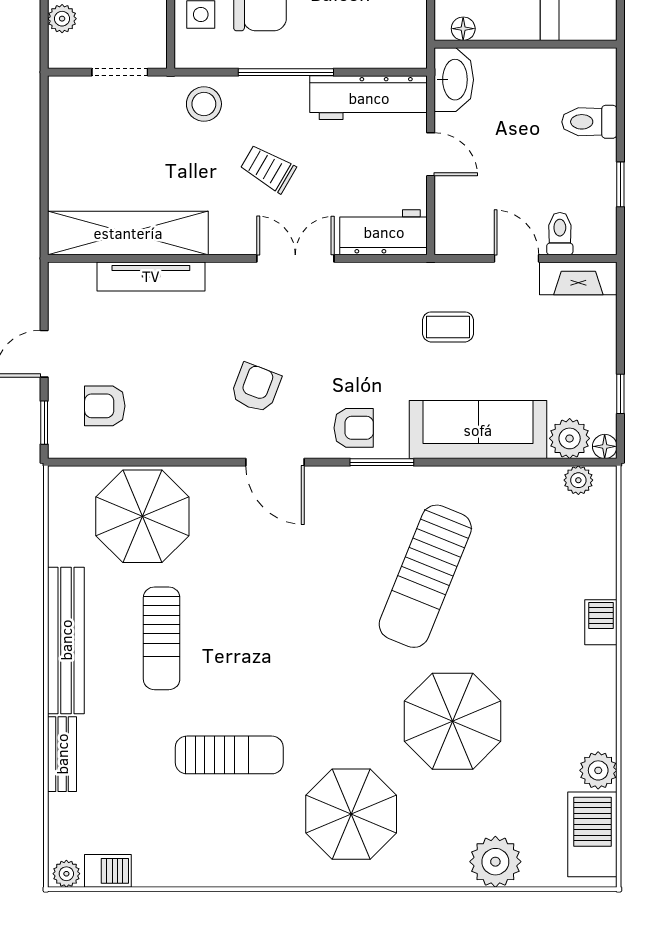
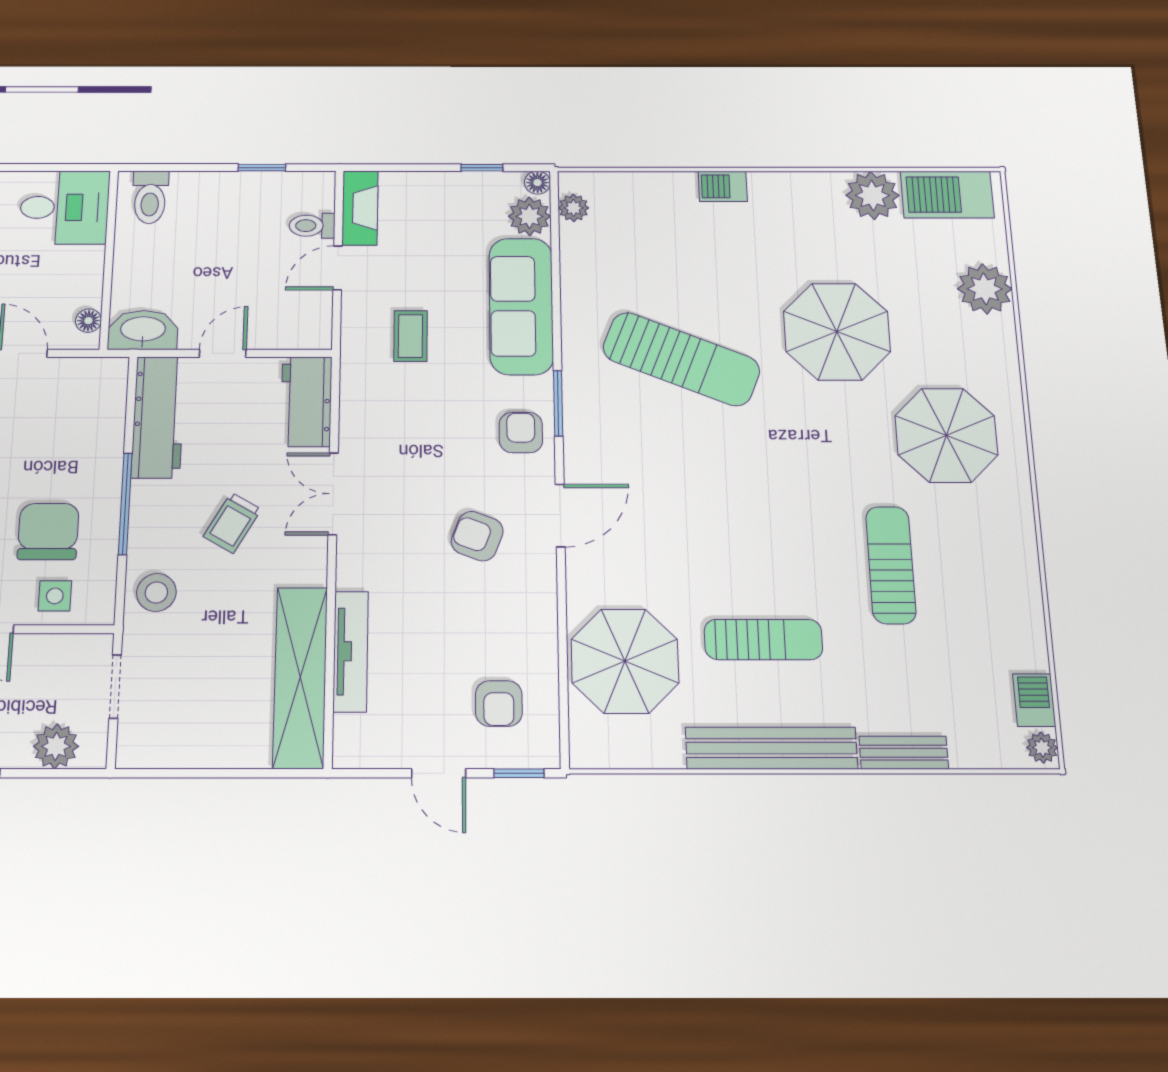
plant: (62, 19) -> (56, 746), width x1.38, depth x1.38
toilet: (589, 122) -> (150, 197), moved
plant: (598, 770) -> (872, 195), width x1.36, depth x1.36

